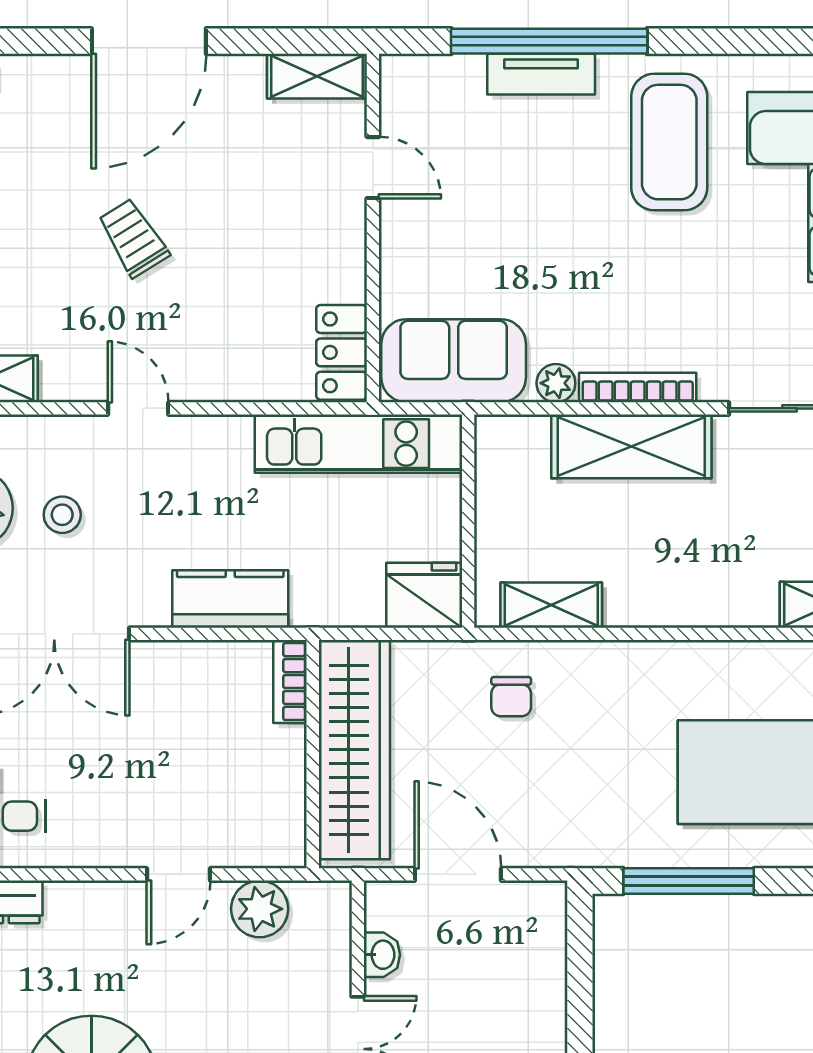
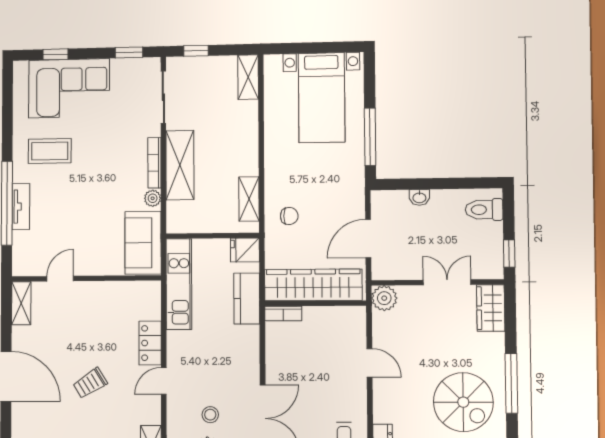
coffee table: (669, 142) -> (50, 151), width x0.73, depth x0.76
locker: (342, 352) -> (150, 343), moved, turned 90
fridge: (424, 595) -> (245, 250), width x0.72
kitchen counter: (230, 599) -> (247, 299), moved
plant: (260, 909) -> (384, 298), moved
washbasin: (382, 955) -> (419, 197), moved, turned 180

